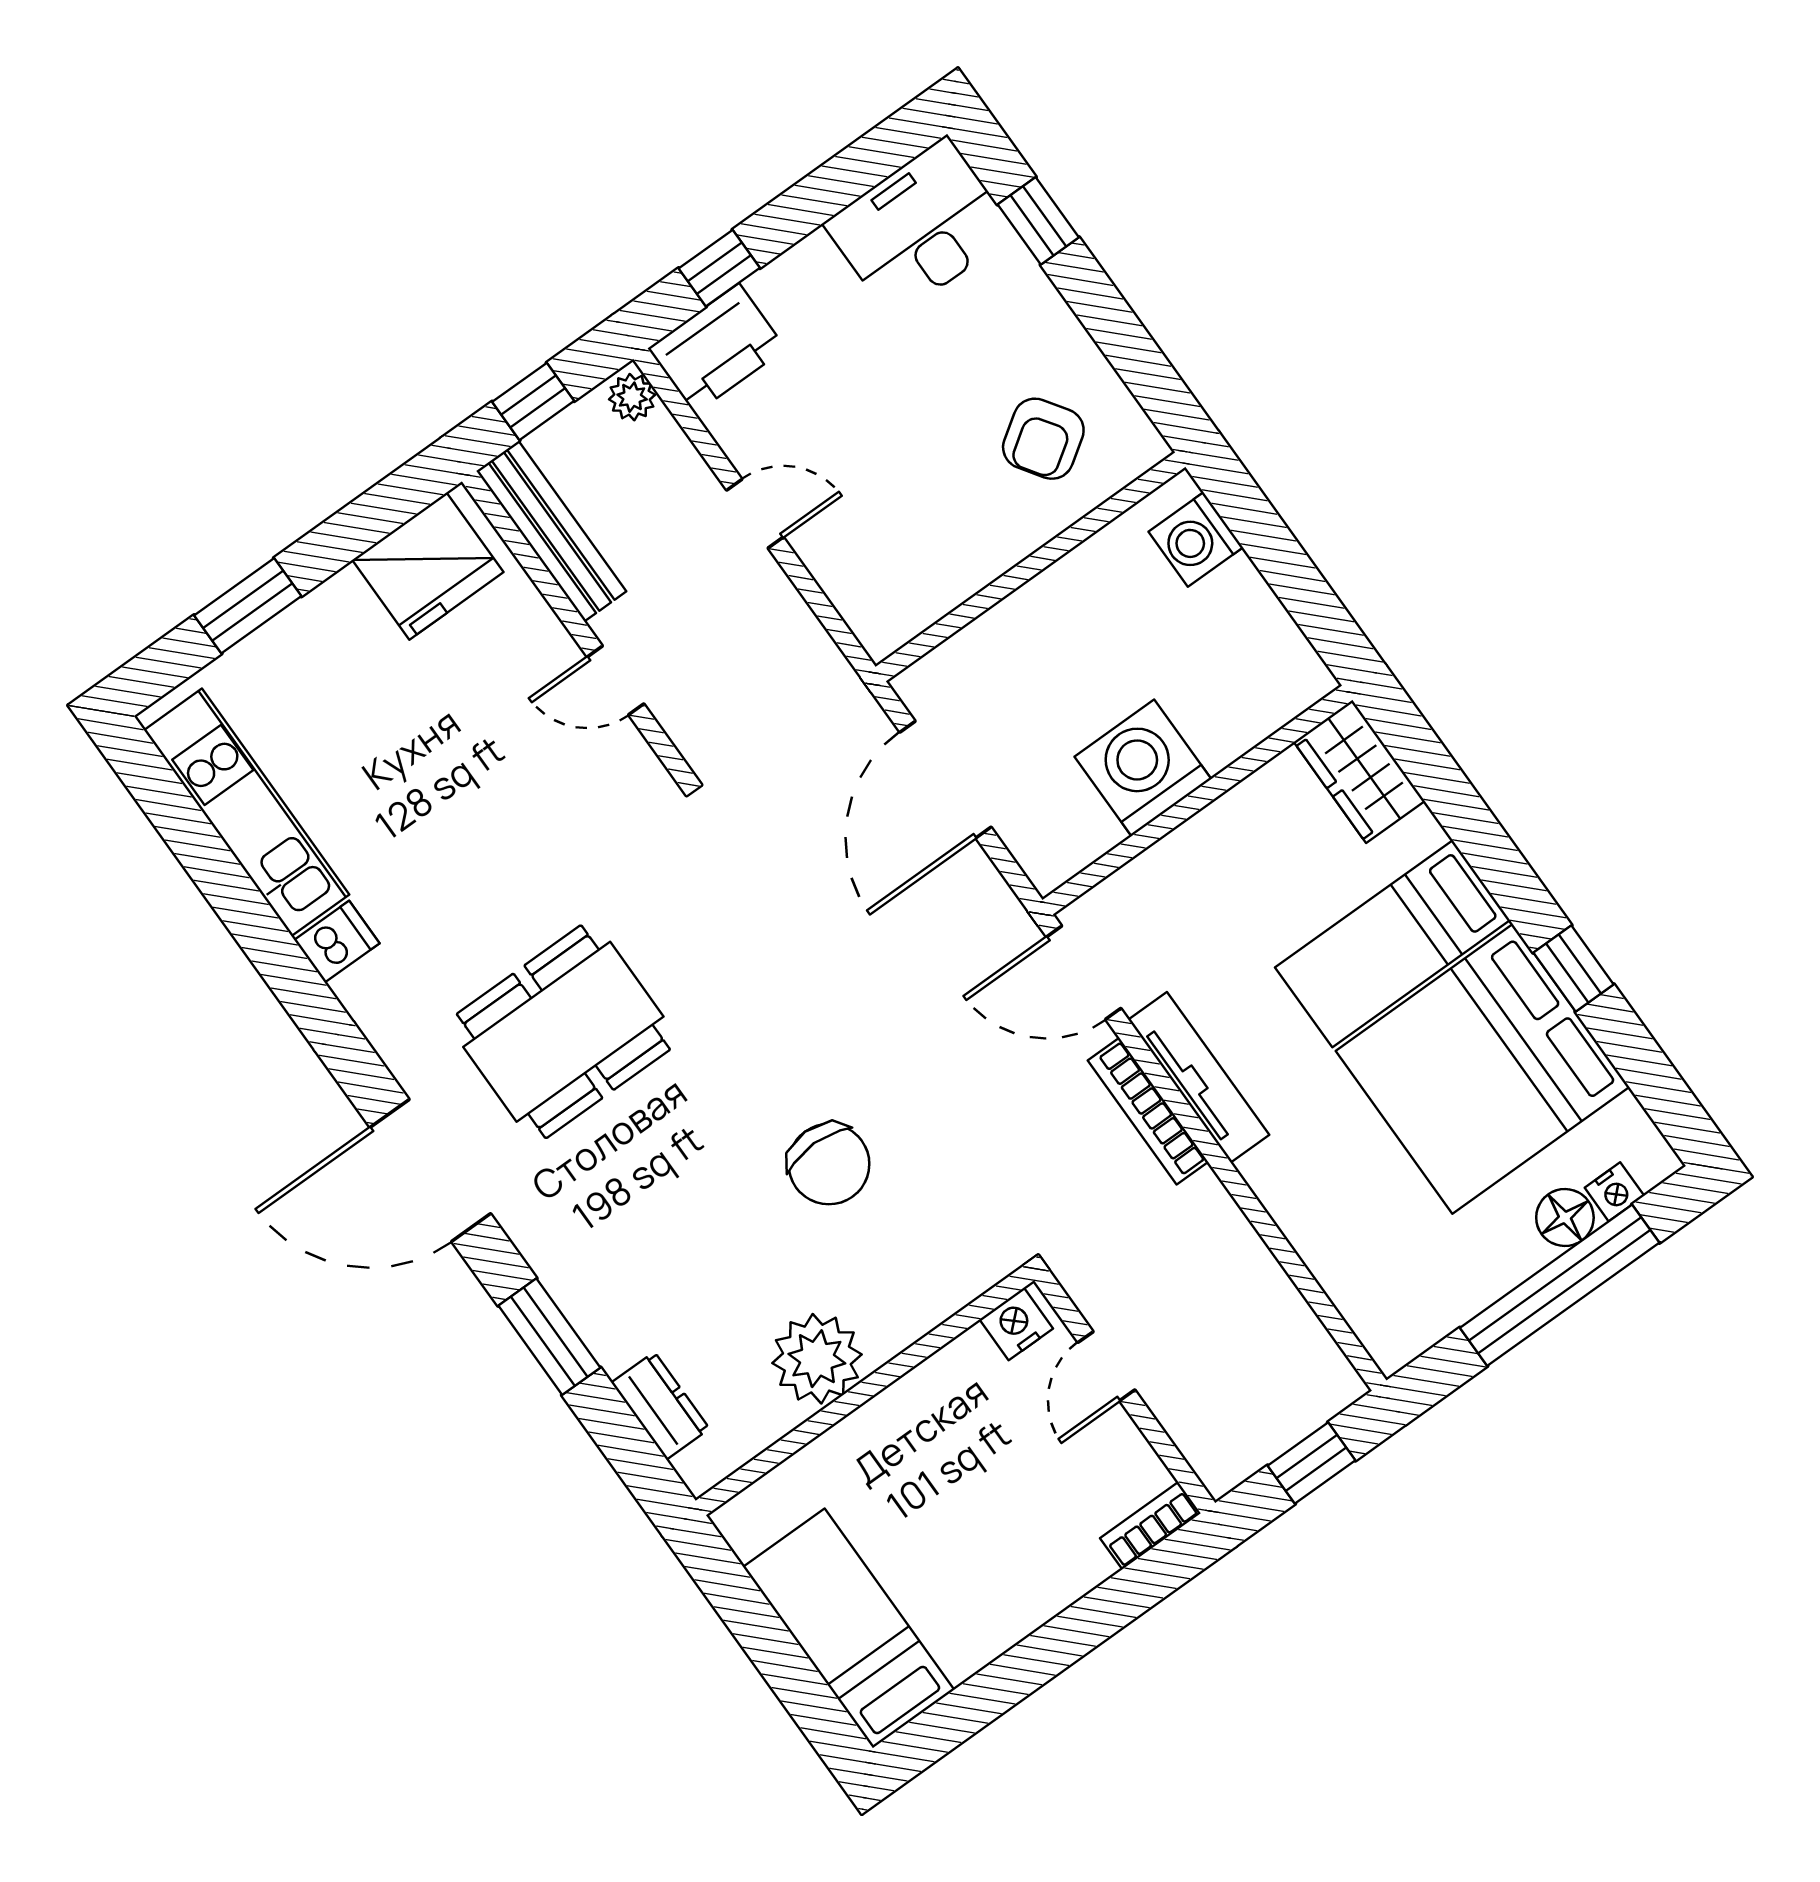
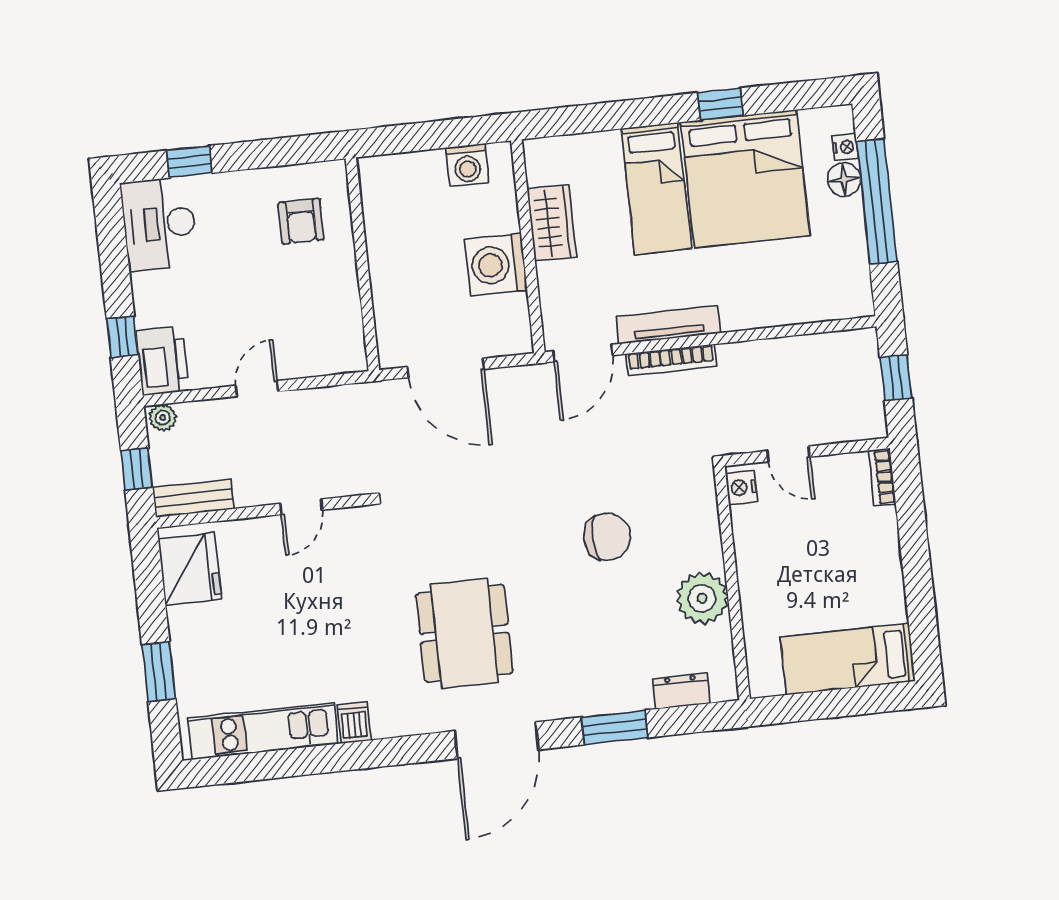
armchair: (1043, 439) -> (301, 221), turned 34
bench: (551, 531) -> (193, 498), width x0.73
washing machine: (1196, 539) -> (467, 165), moved
wardrobe: (1359, 771) -> (552, 223), moved, turned -90

